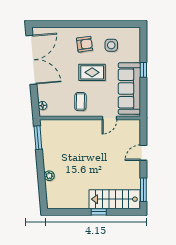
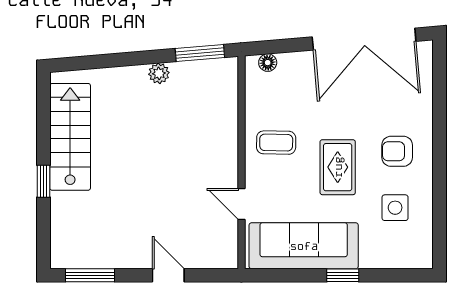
armchair: (85, 44) -> (397, 151), turned 98
plant: (49, 176) -> (159, 73), moved
stairs: (115, 199) -> (70, 137), moved

